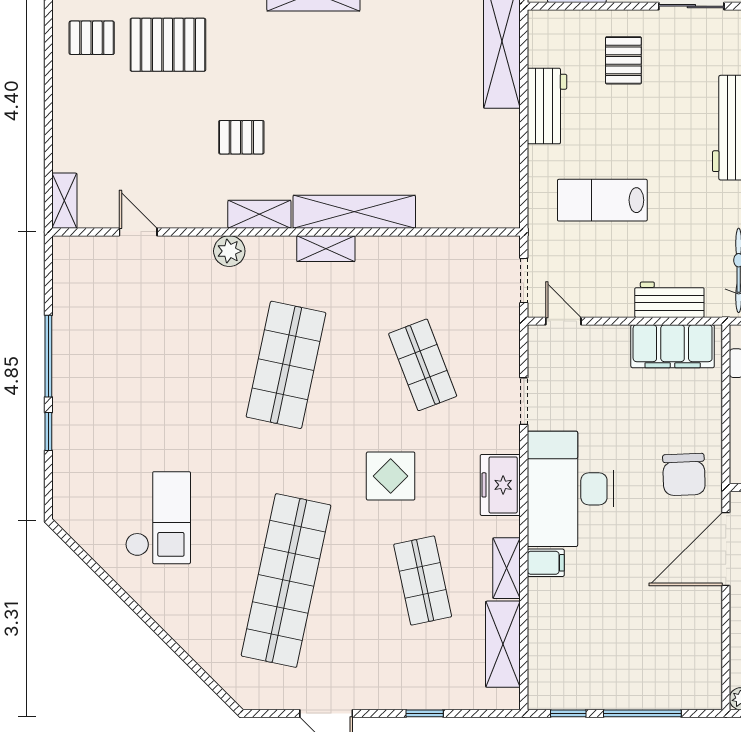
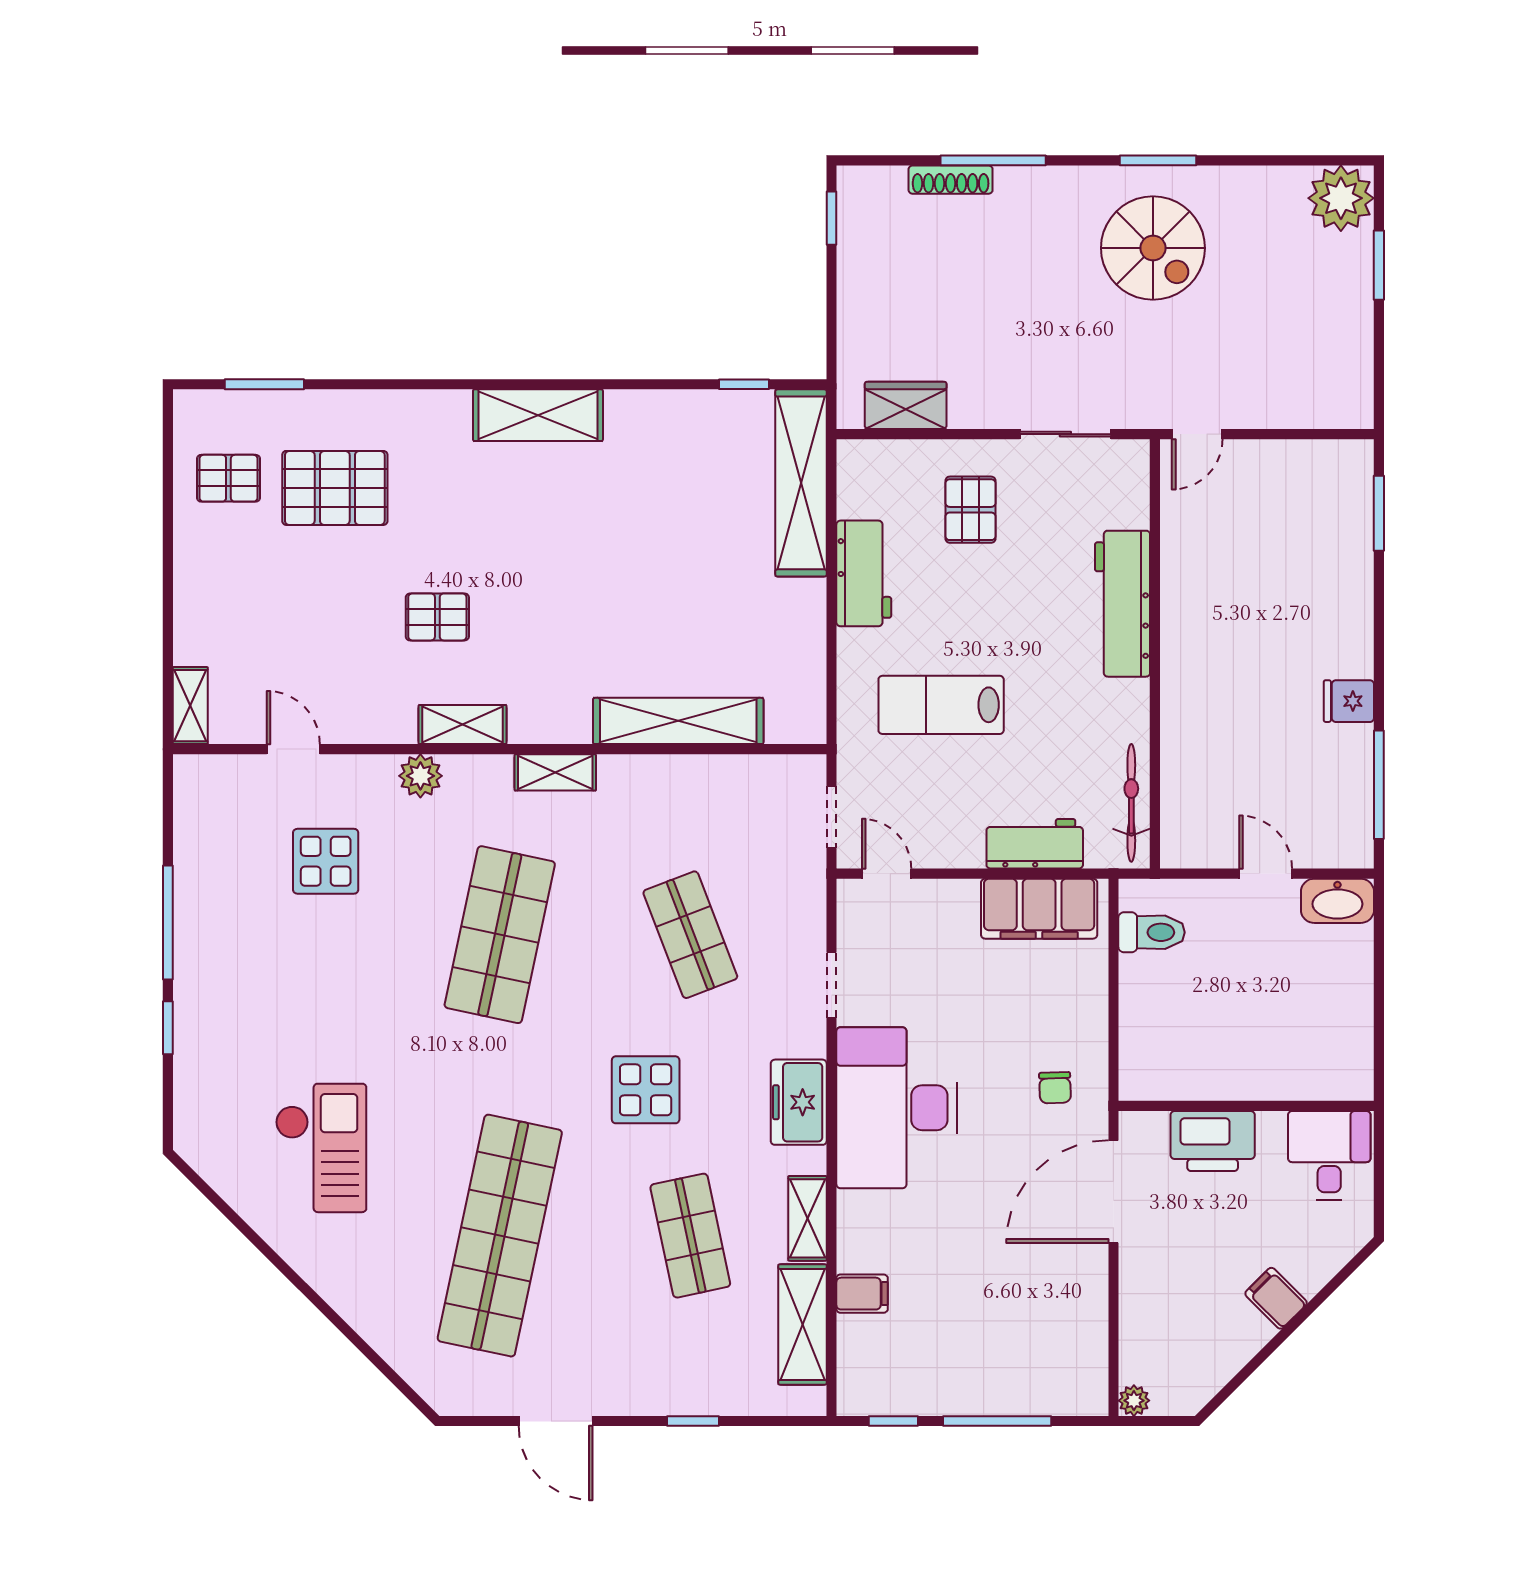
shelving: (354, 212) -> (678, 721), moved
display table: (161, 312) -> (326, 861), added
chair: (684, 475) -> (1055, 1088), width x0.54, depth x0.54
filing cabinet: (546, 563) -> (862, 1294), moved

